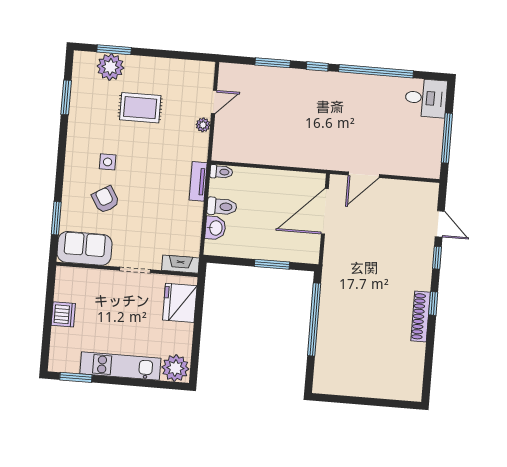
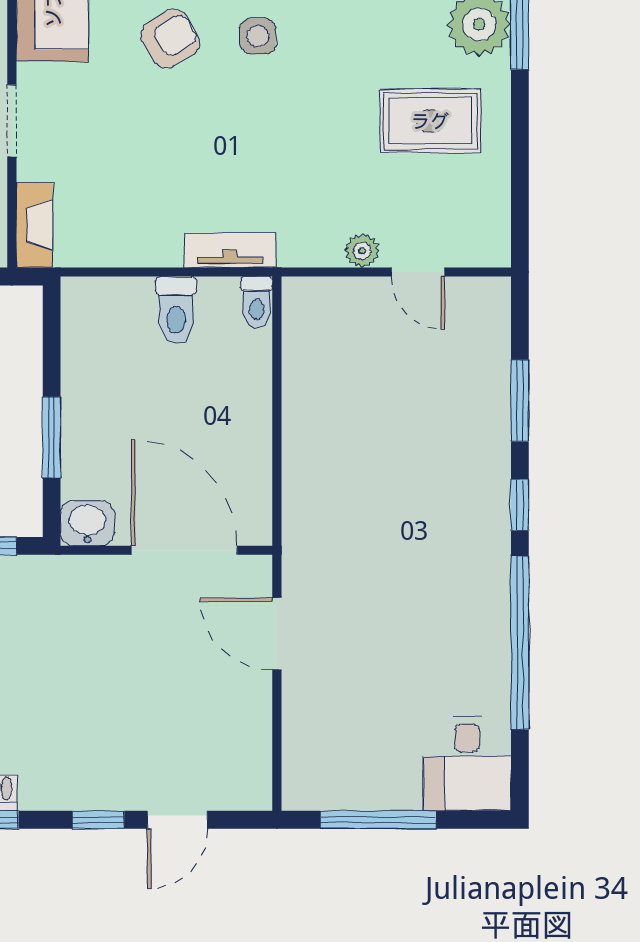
rug: (140, 108) -> (430, 121), moved, turned 90
washbasin: (215, 228) -> (87, 523), moved, turned 180

